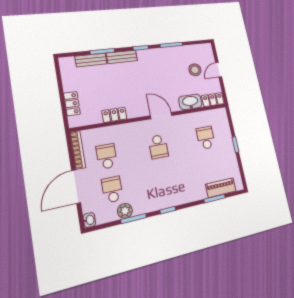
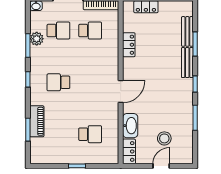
door: (219, 70) -> (161, 166), hinge flipped
school desk: (158, 147) -> (58, 82), moved
piano: (221, 188) -> (37, 121), moved

